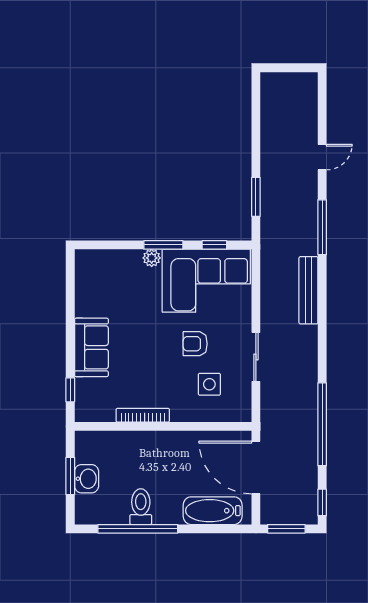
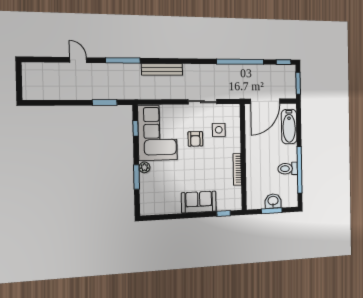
window: (163, 245) -> (137, 177), moved

